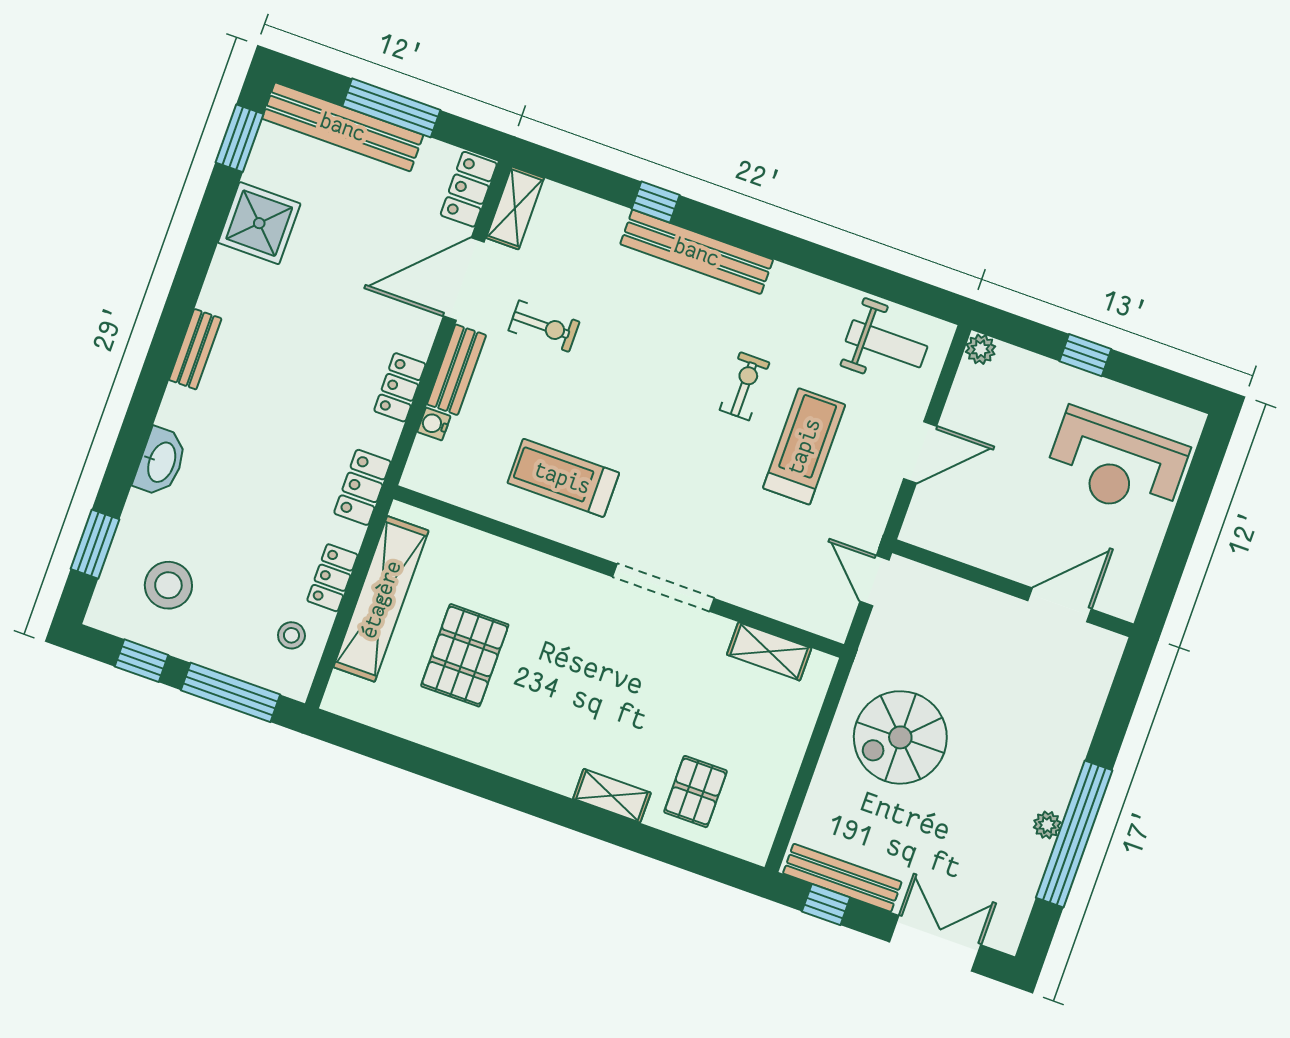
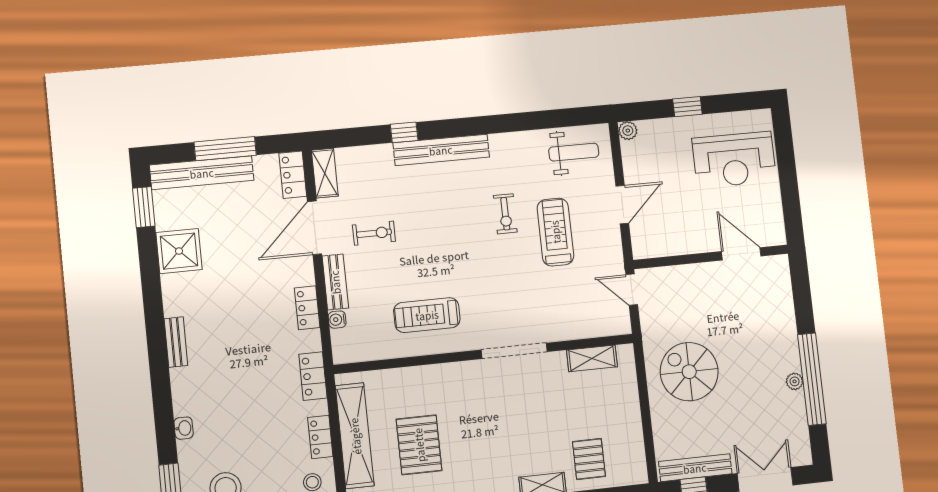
exercise bike: (745, 386) -> (505, 214), turned 180
washbasin: (161, 462) -> (184, 428), width x0.52, depth x0.69
door: (1060, 605) -> (741, 254), hinge flipped
spiral stairs: (900, 737) -> (689, 372), turned 90

